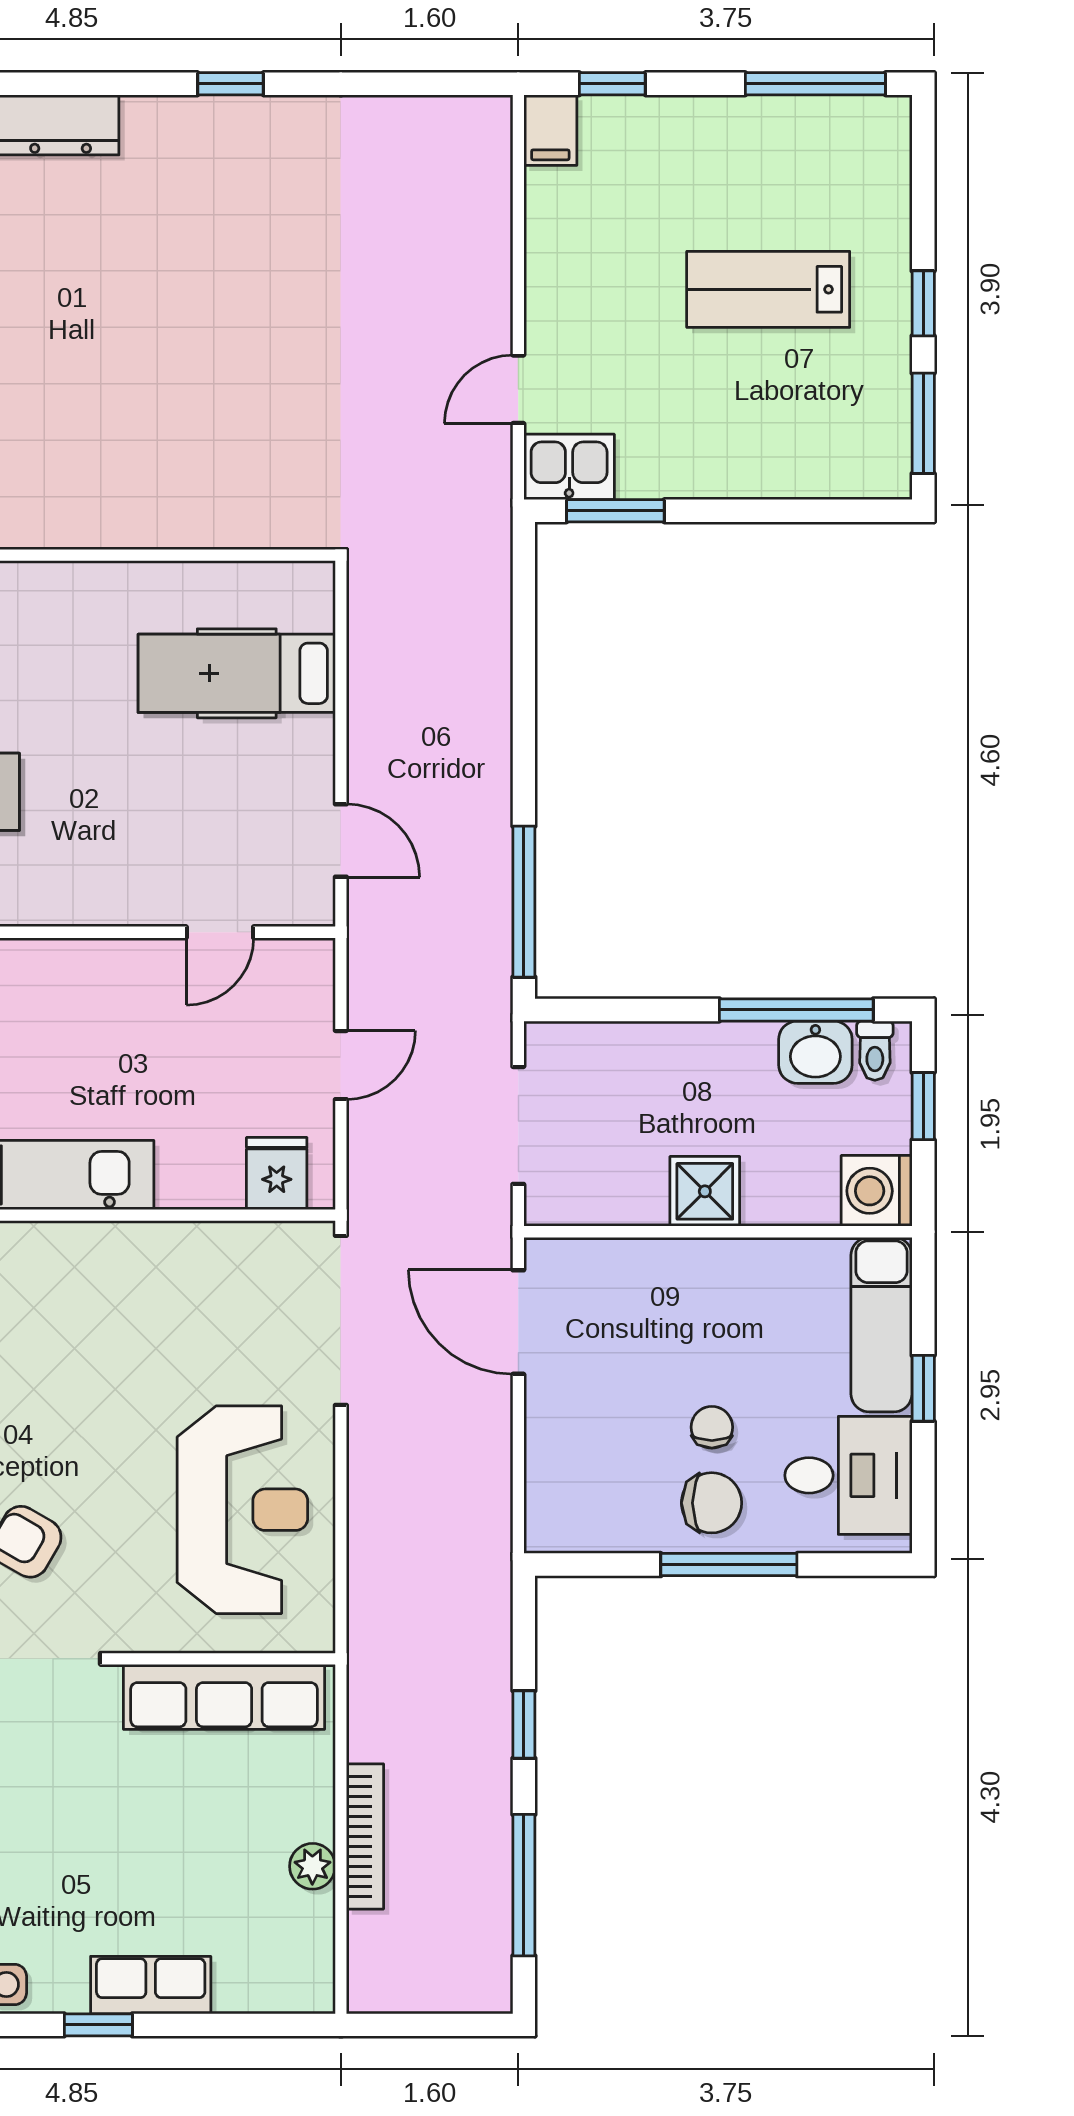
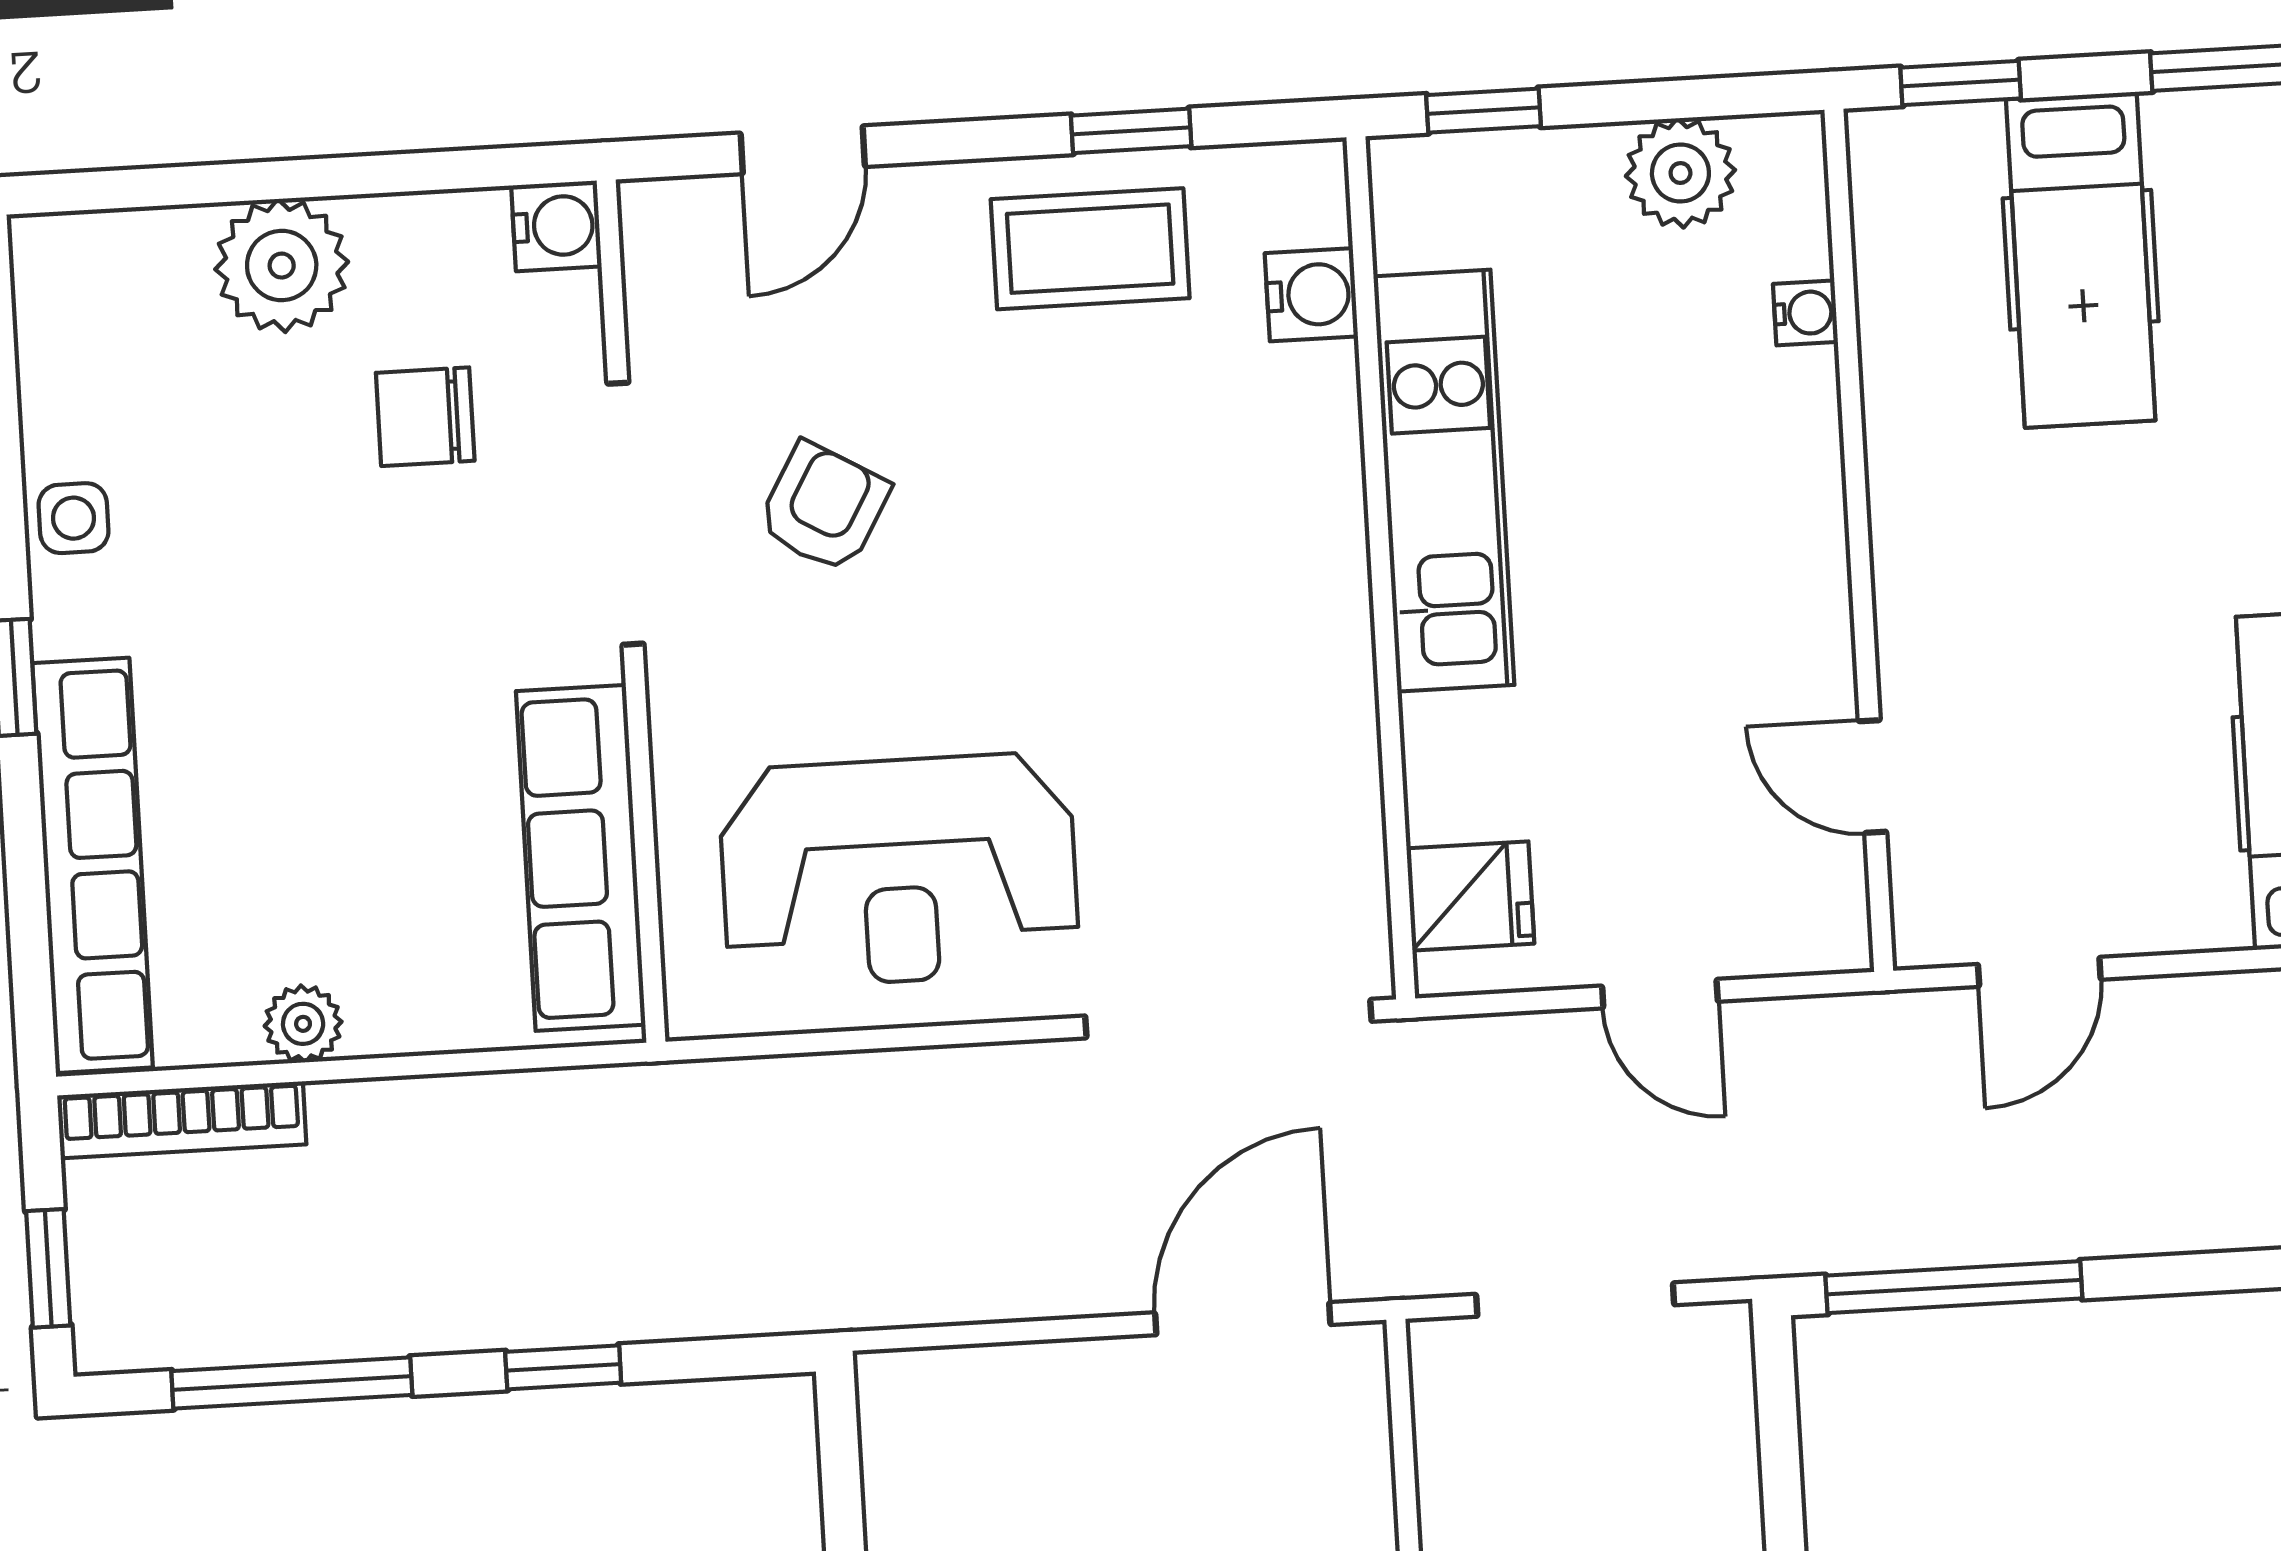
bookcase: (365, 1836) -> (182, 1120), moved
row of seats: (151, 1985) -> (93, 865), width x2.02
window: (448, 2025) -> (48, 1268), added

